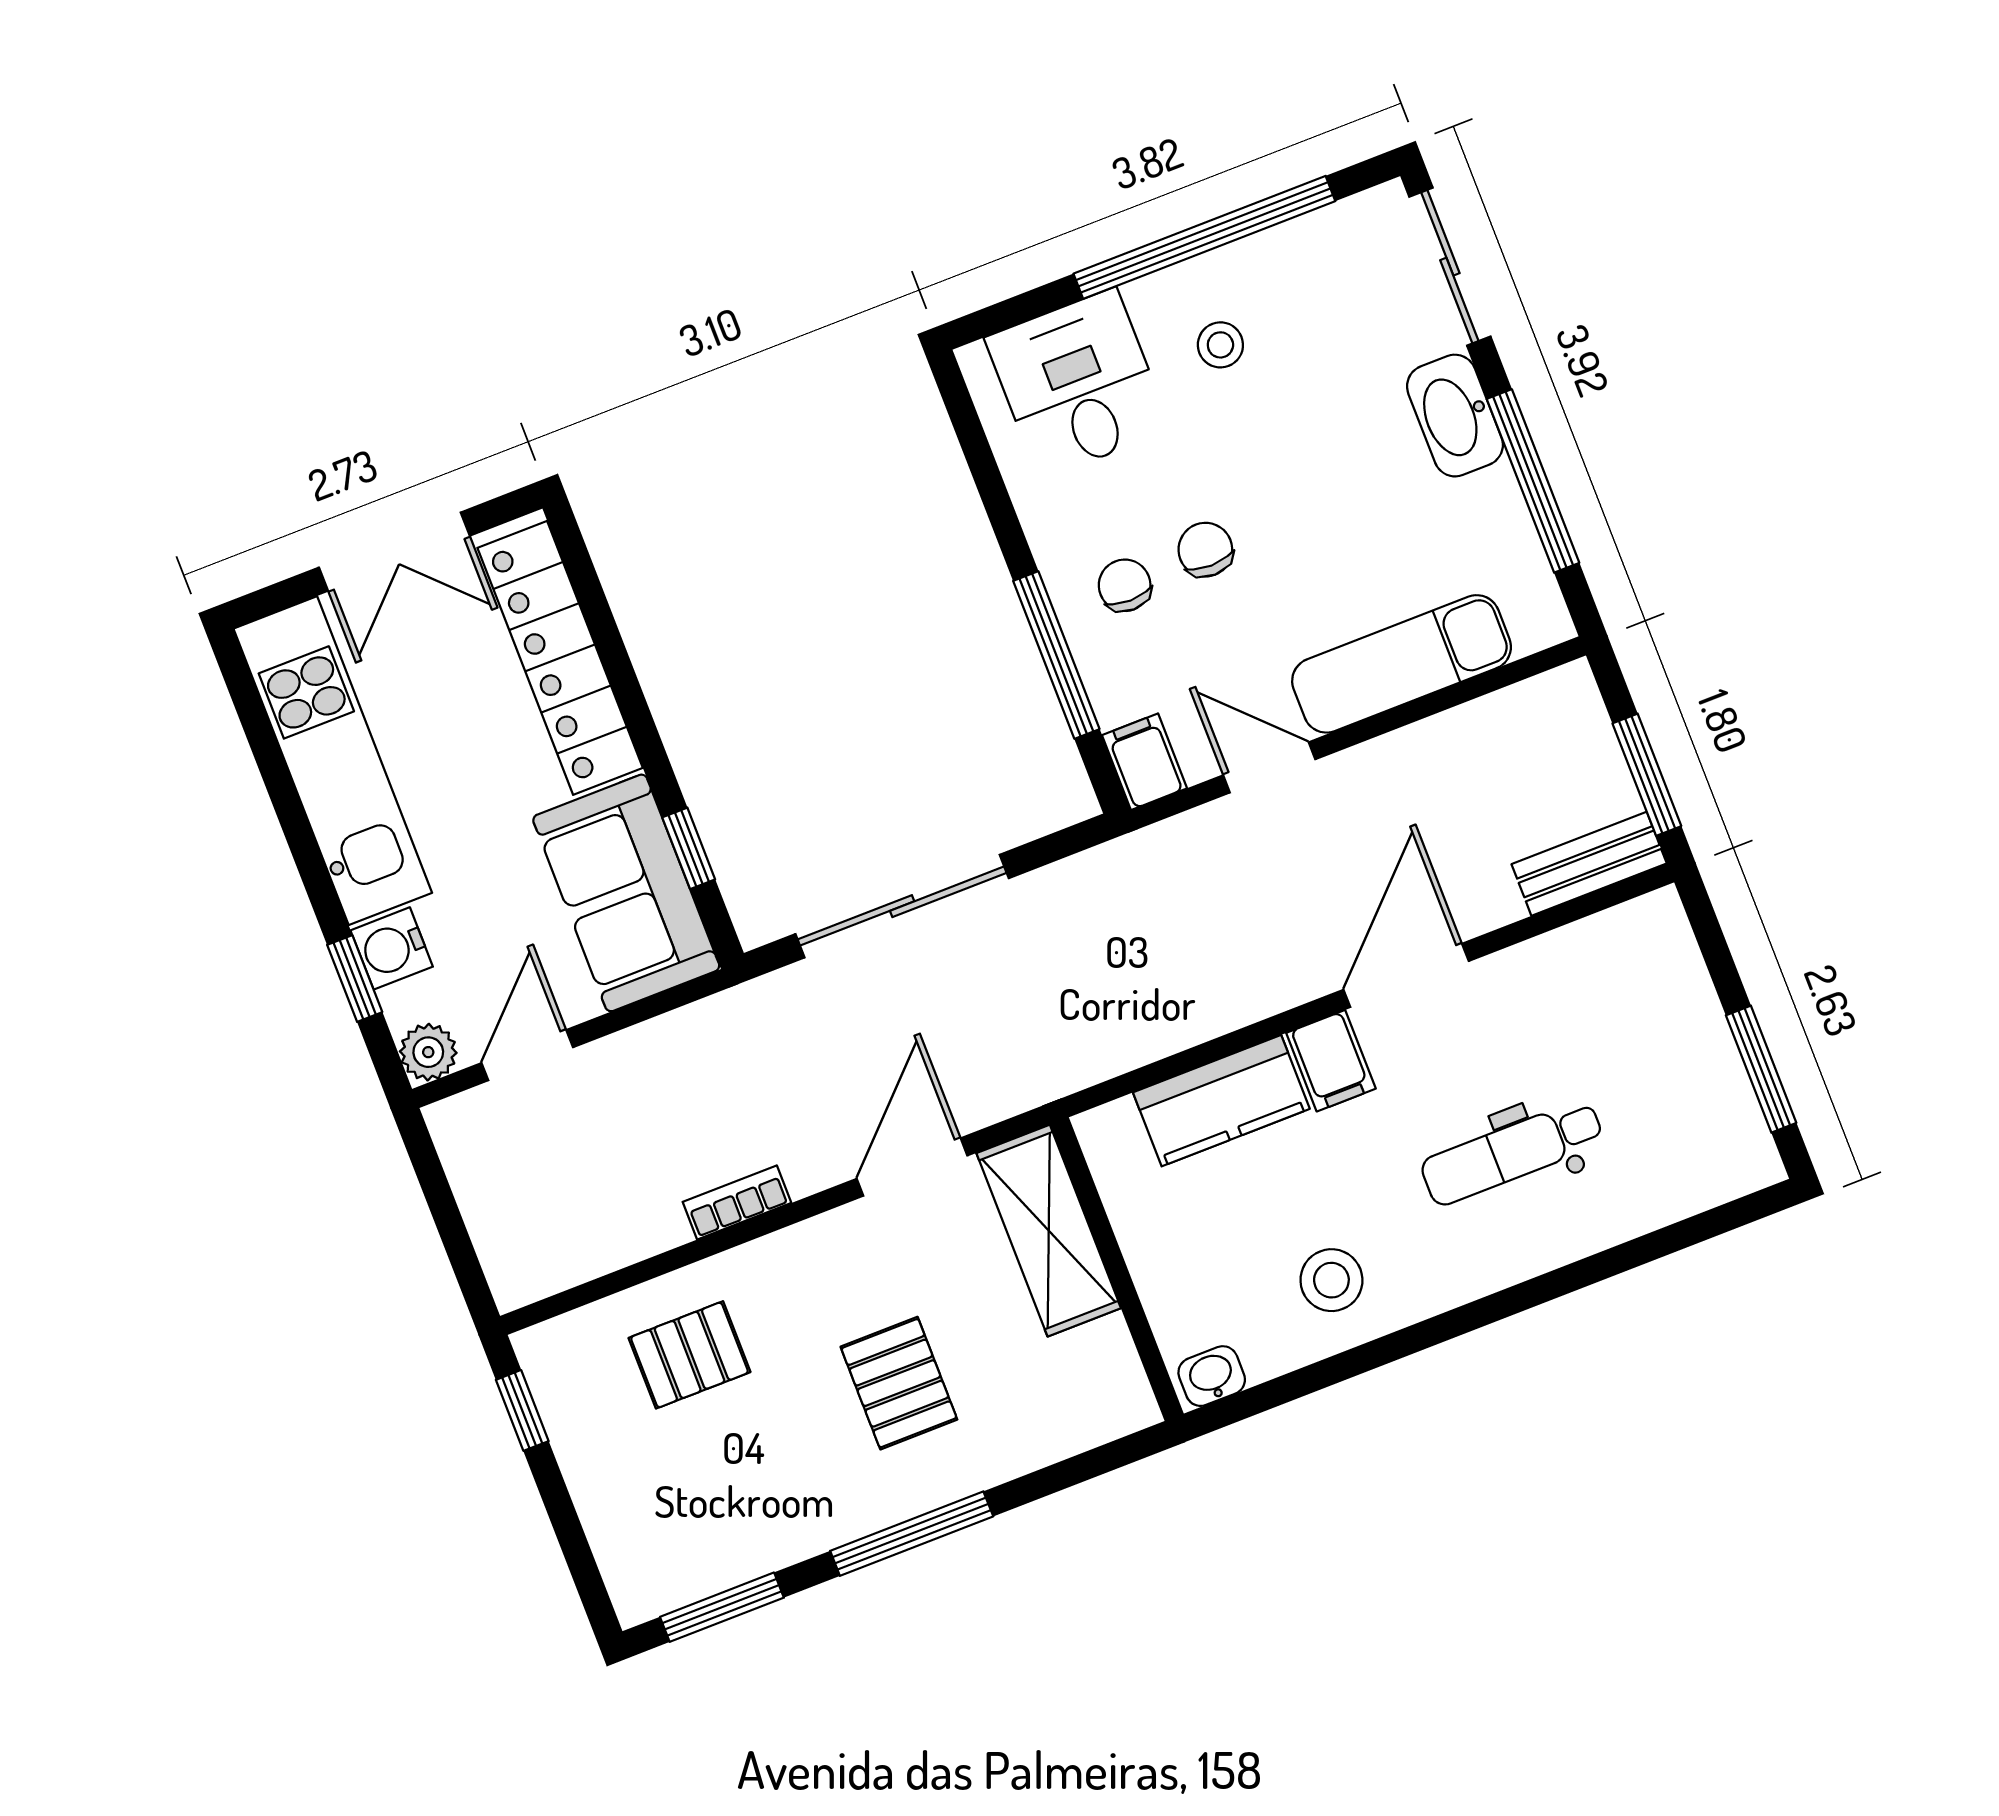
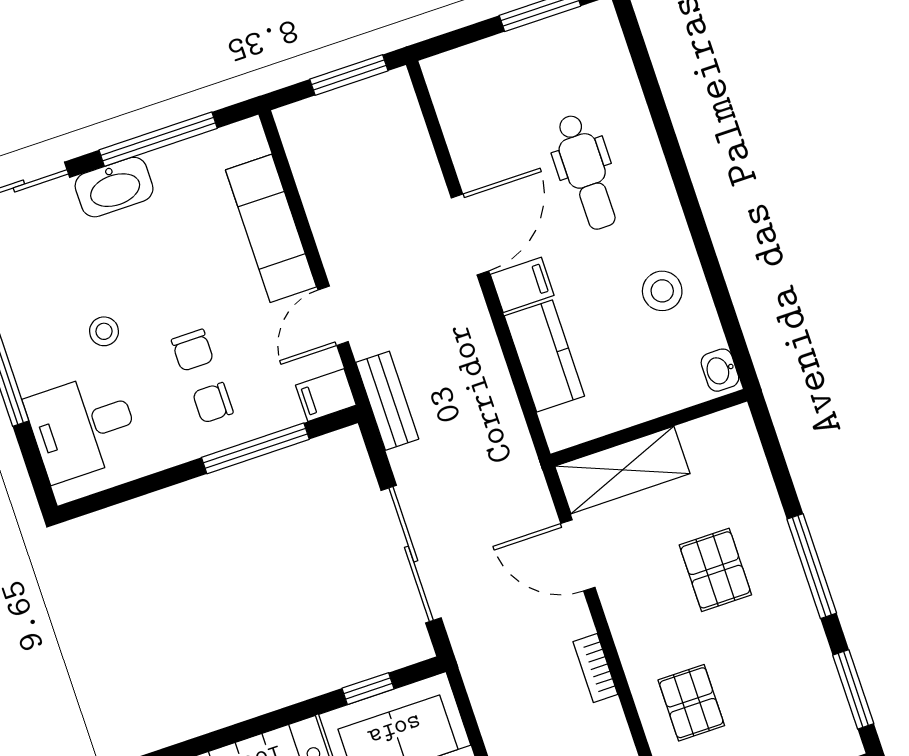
stool: (1220, 345) -> (104, 331), moved
chair: (1205, 550) -> (192, 350), turned -90
bench: (1589, 864) -> (387, 401), moved
door: (1406, 975) -> (470, 234), swing flipped
pallet: (899, 1383) -> (715, 570), turned 90

